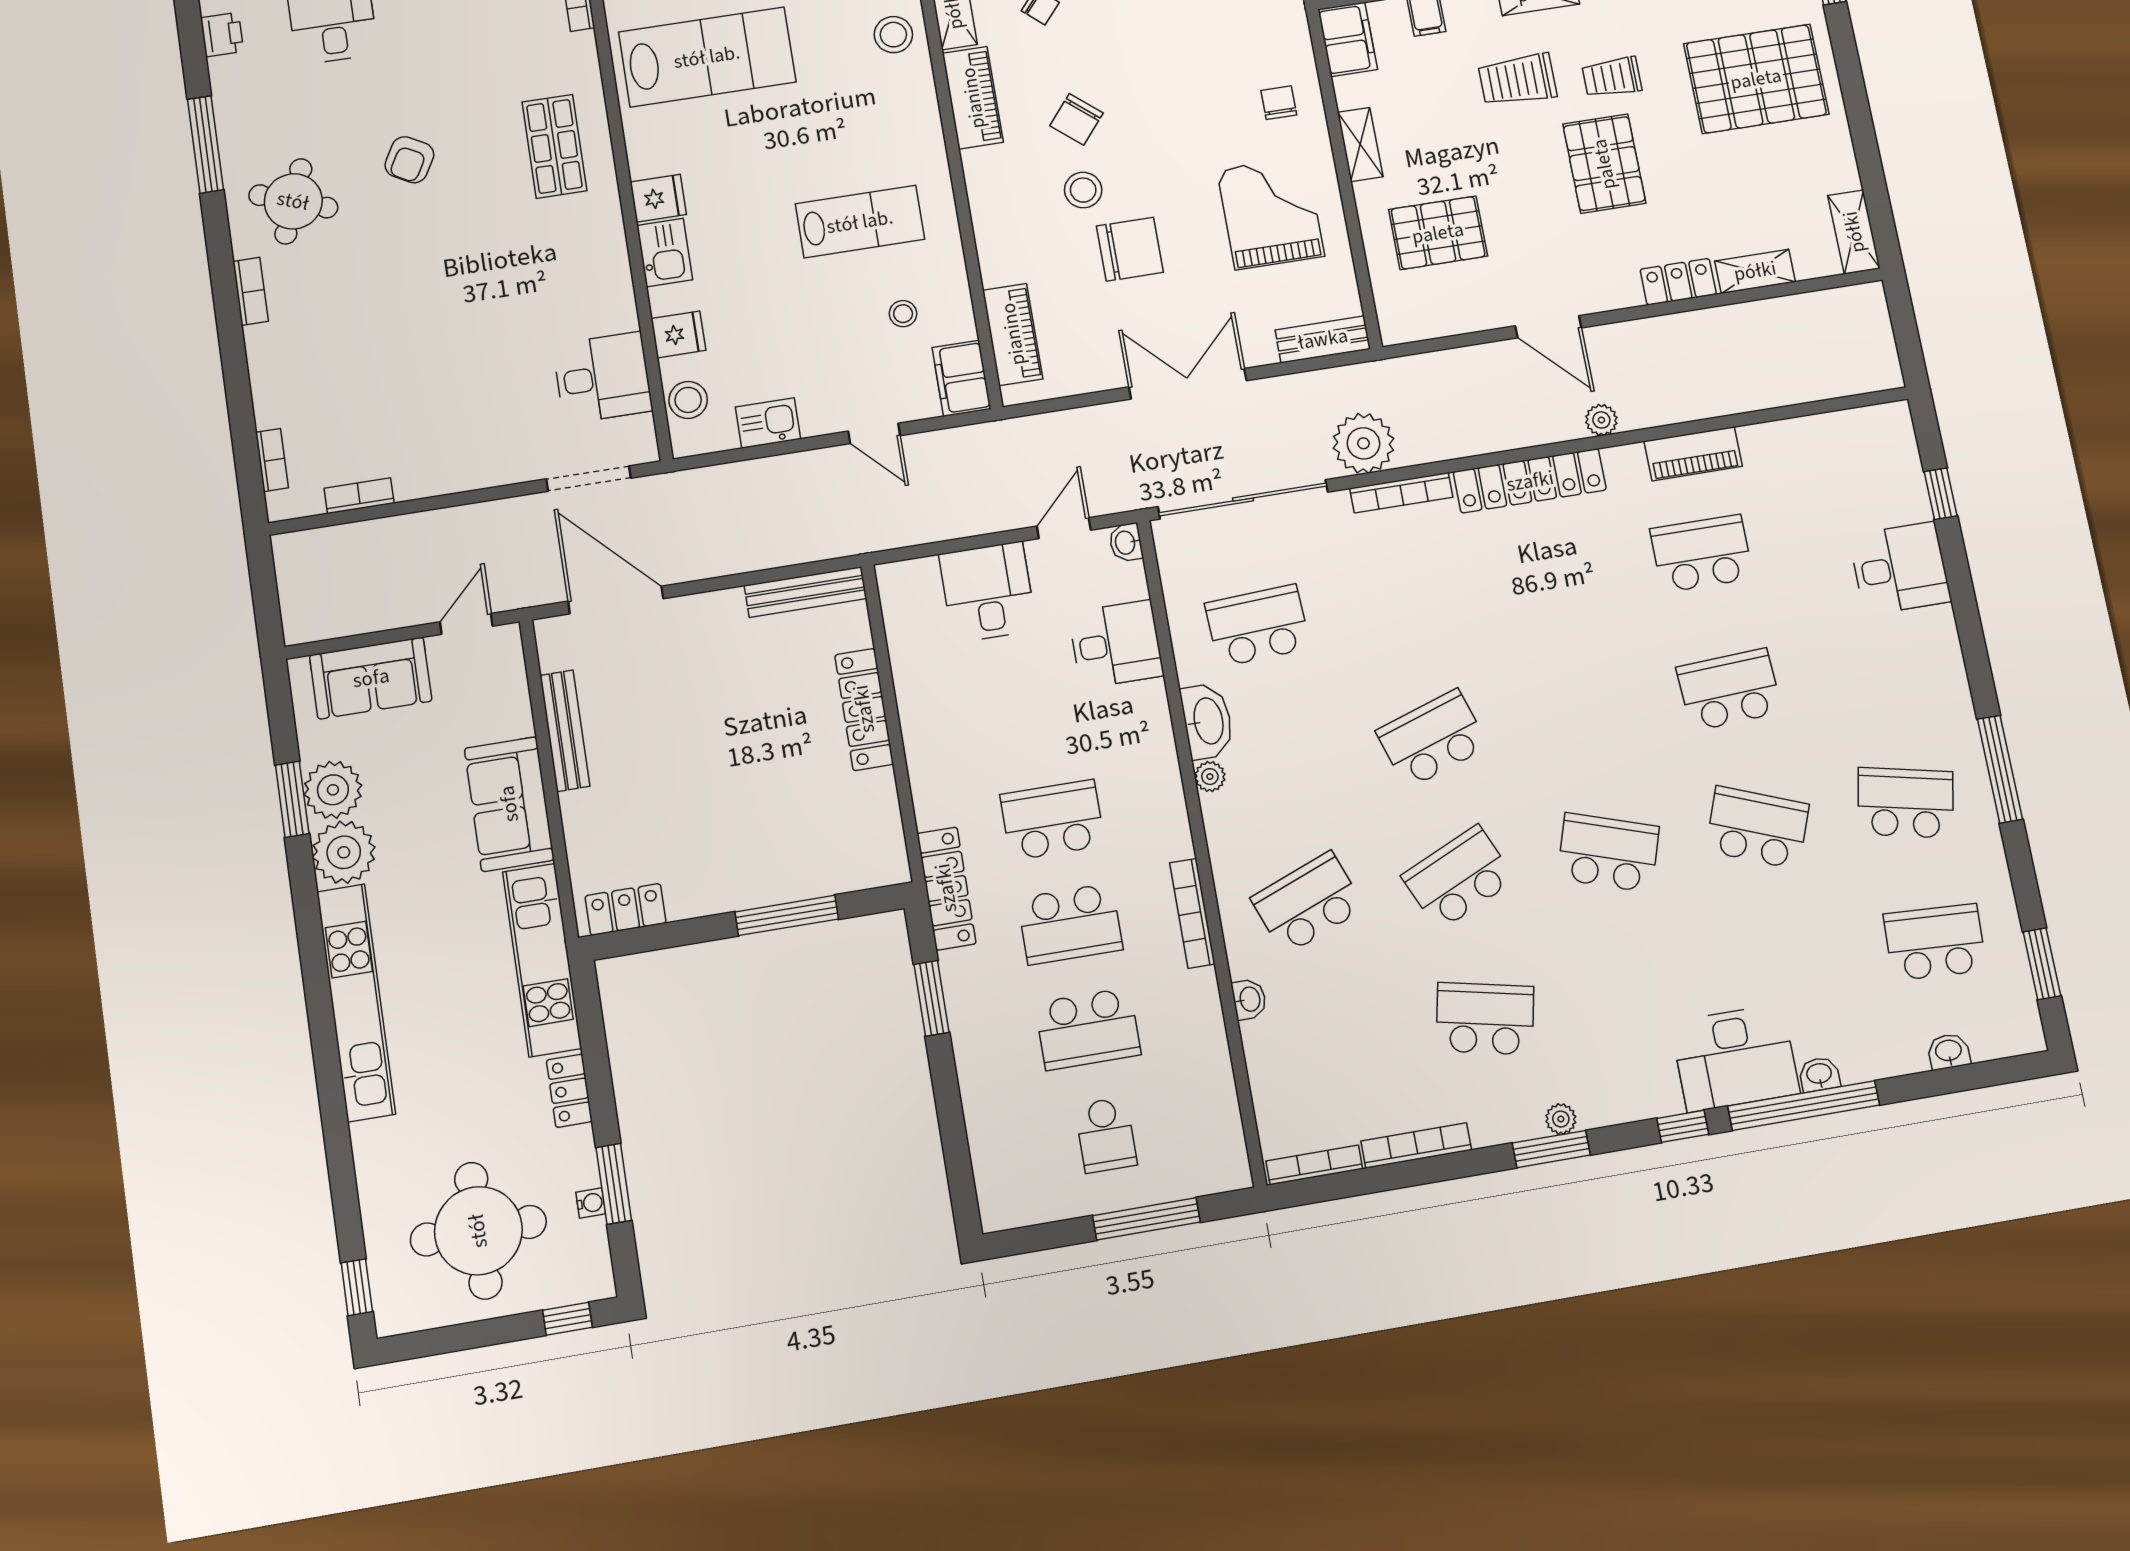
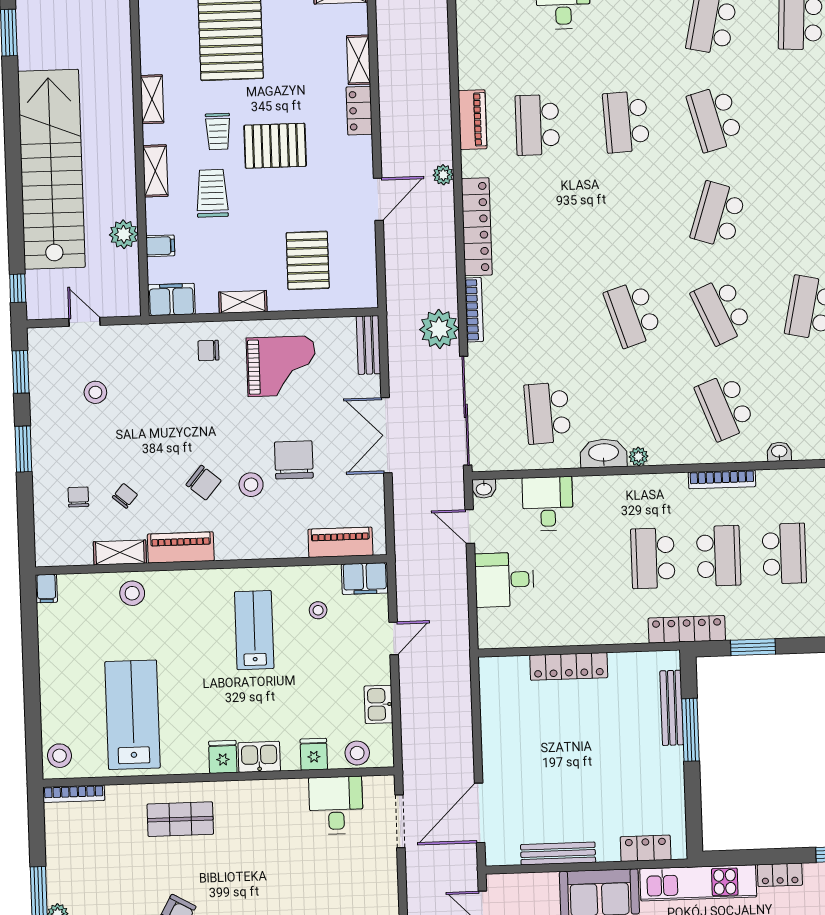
trolley: (1517, 80) -> (212, 193), turned 180
grand piano: (1271, 213) -> (281, 366), turned 180
bench: (806, 592) -> (672, 708), moved
school desk: (1757, 828) -> (715, 119), turned -36
locker: (626, 909) -> (646, 848), moved, turned 90

